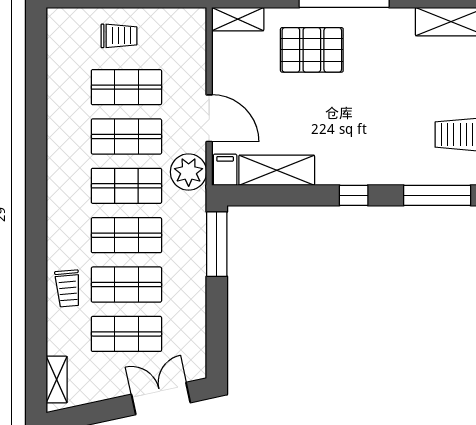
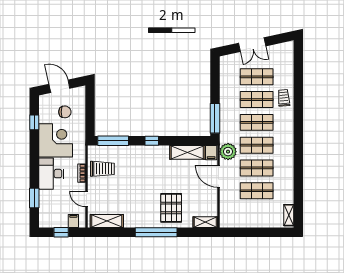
trolley: (119, 36) -> (260, 214), removed
pallet: (312, 50) -> (171, 208), turned 90
shelving: (57, 380) -> (289, 215), moved
double door: (161, 398) -> (252, 45), moved

